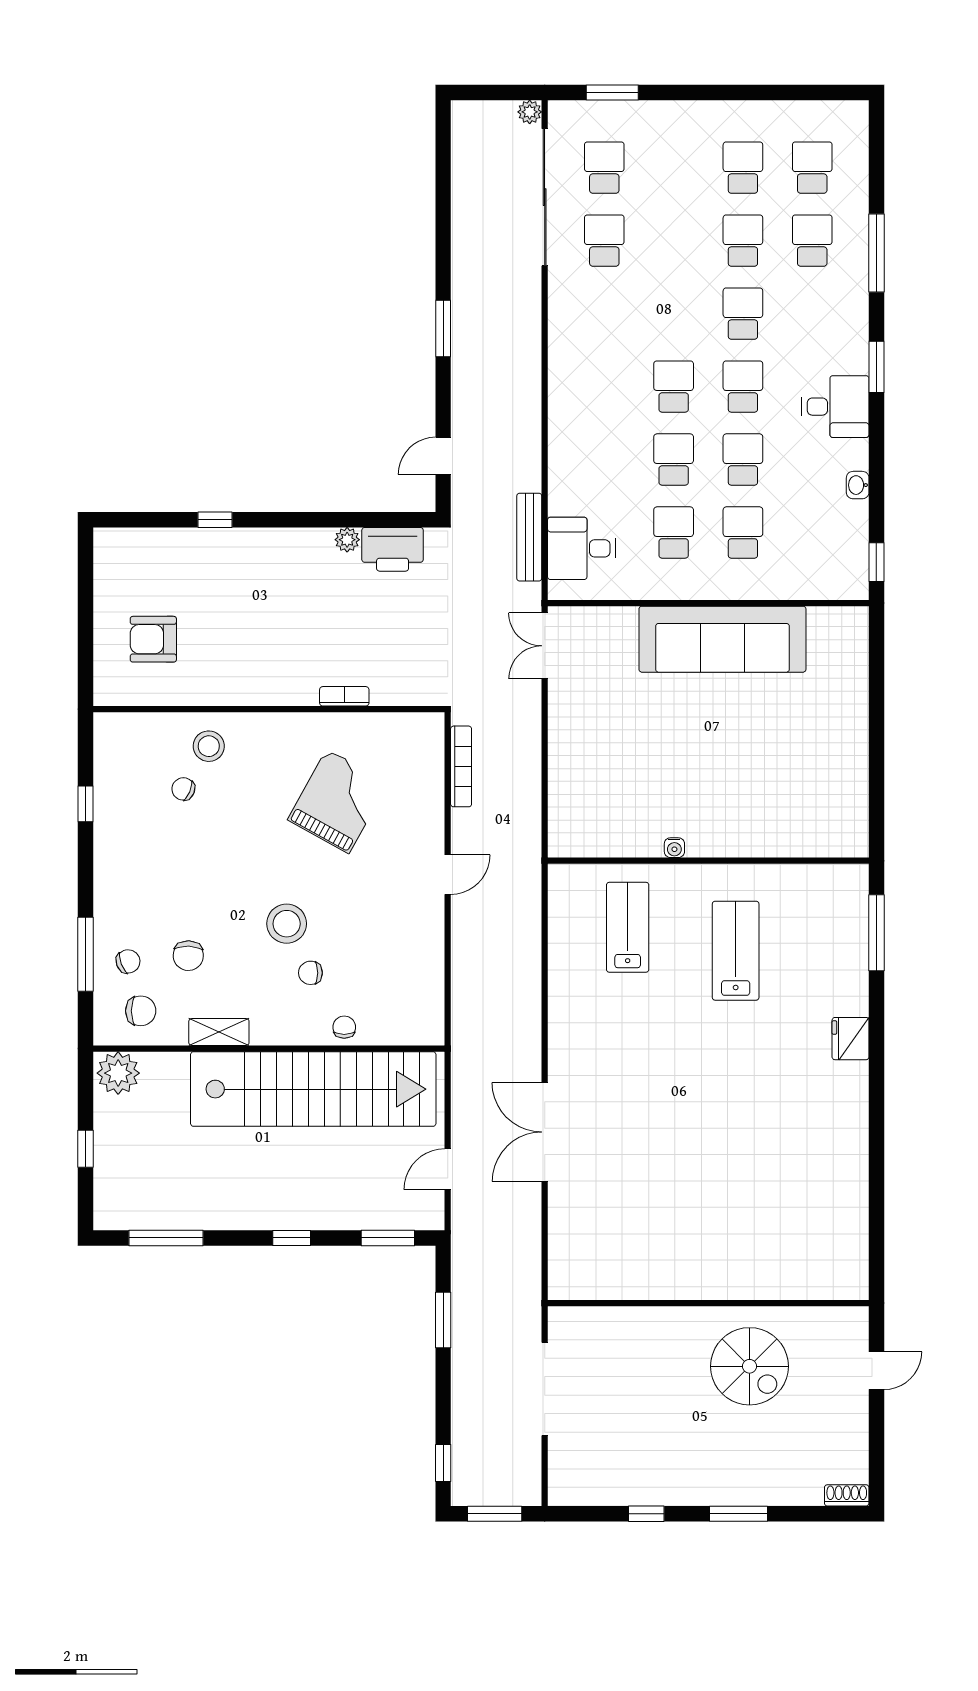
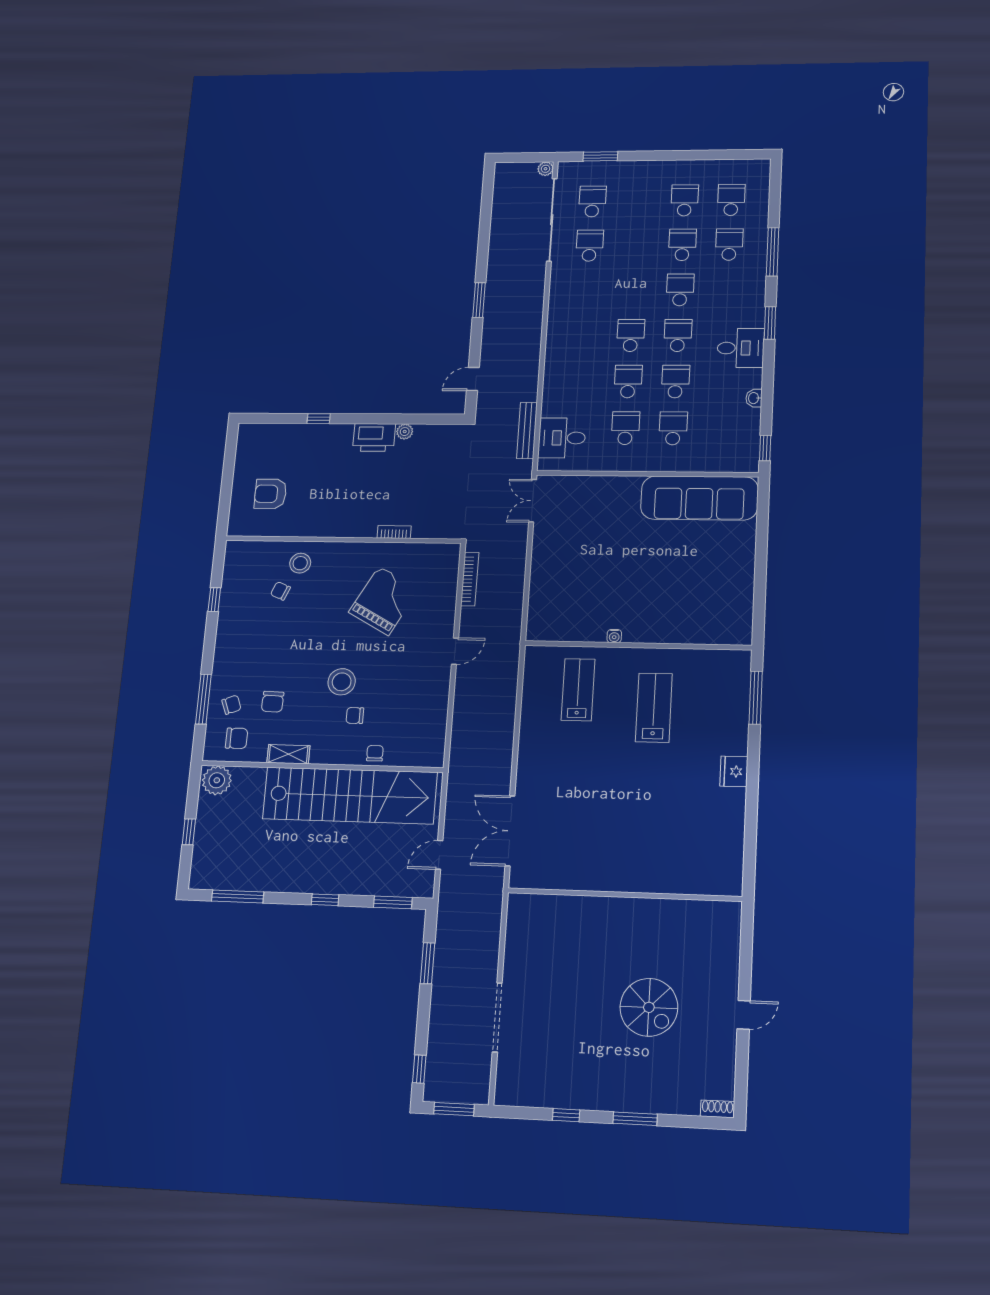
printer: (393, 549) -> (374, 437), moved
sofa: (722, 639) -> (699, 498), moved
wall: (708, 1303) -> (624, 895), moved

